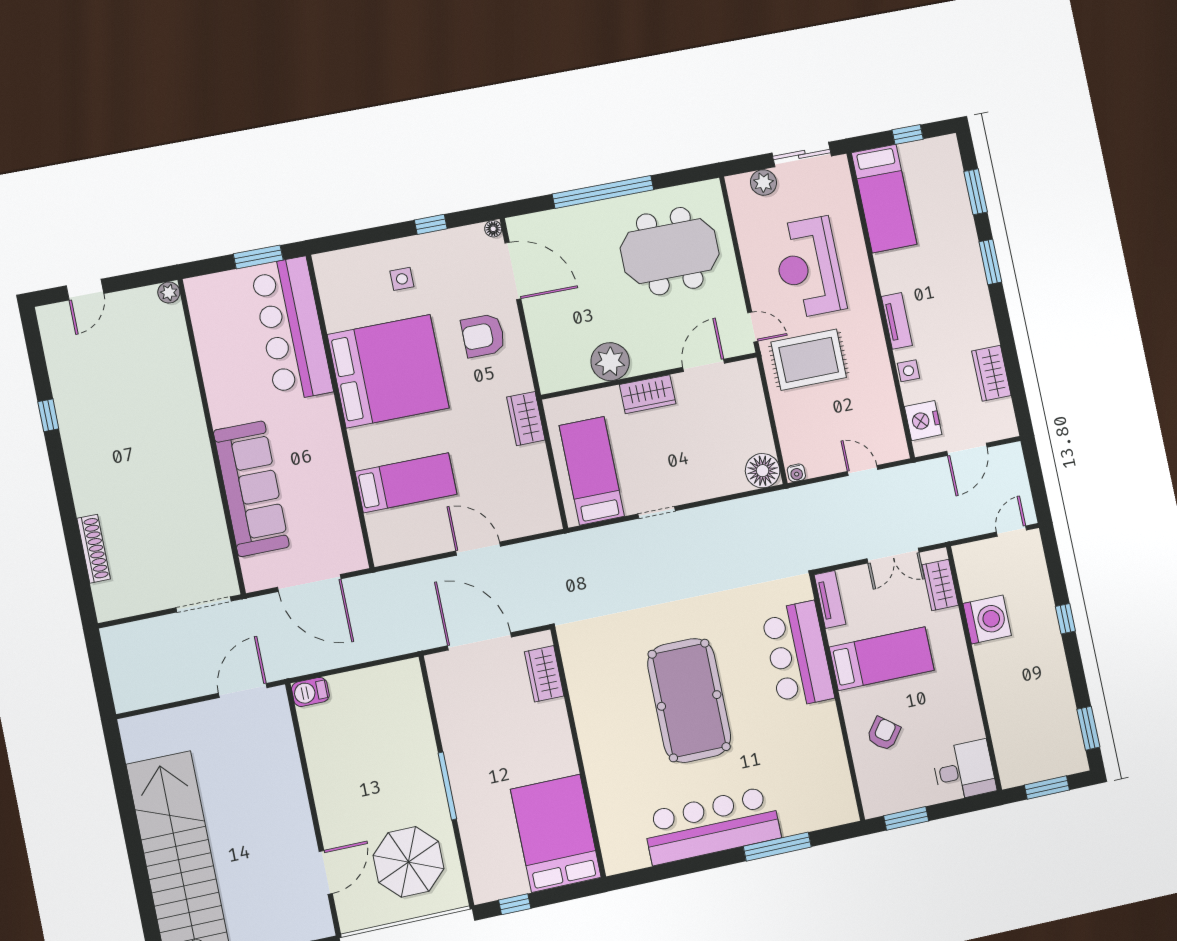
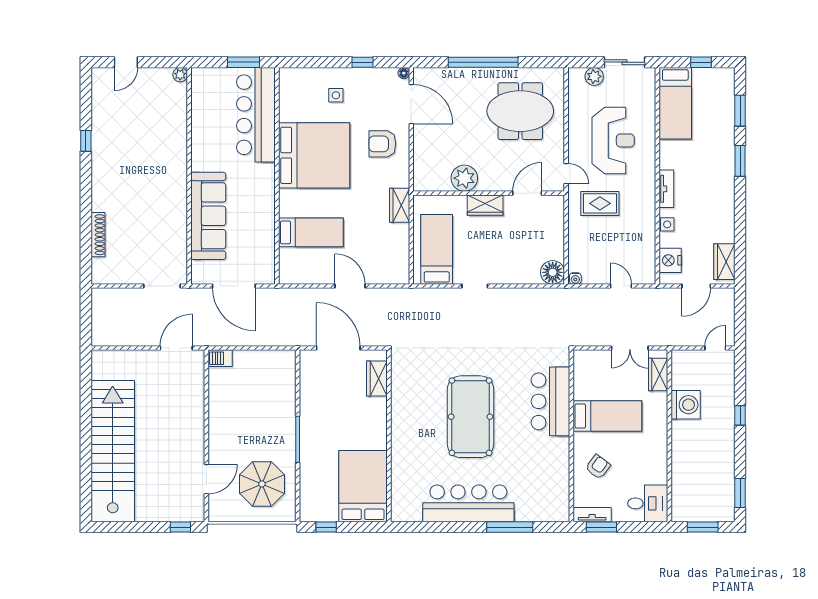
reception desk: (809, 267) -> (613, 140), turned 180
rug: (809, 360) -> (600, 203), width x0.73, depth x0.70
wardrobe: (991, 373) -> (724, 262), moved
tv unit: (830, 599) -> (592, 515), moved, turned -90

